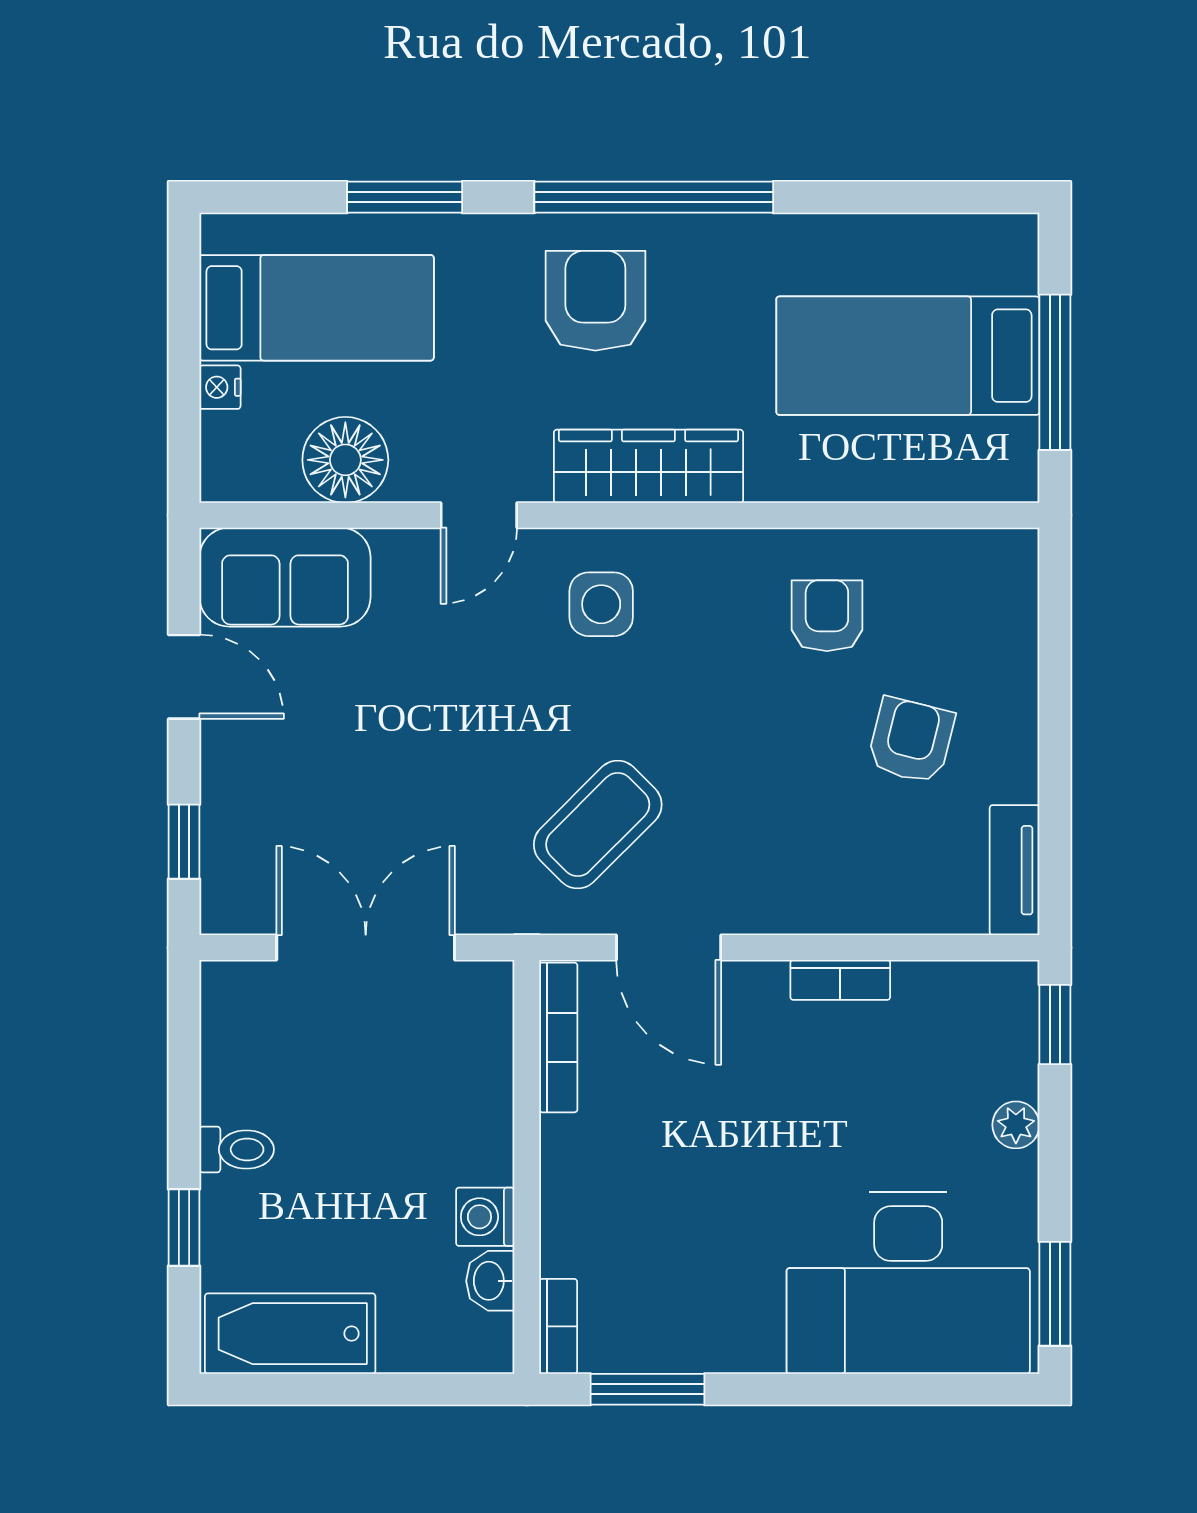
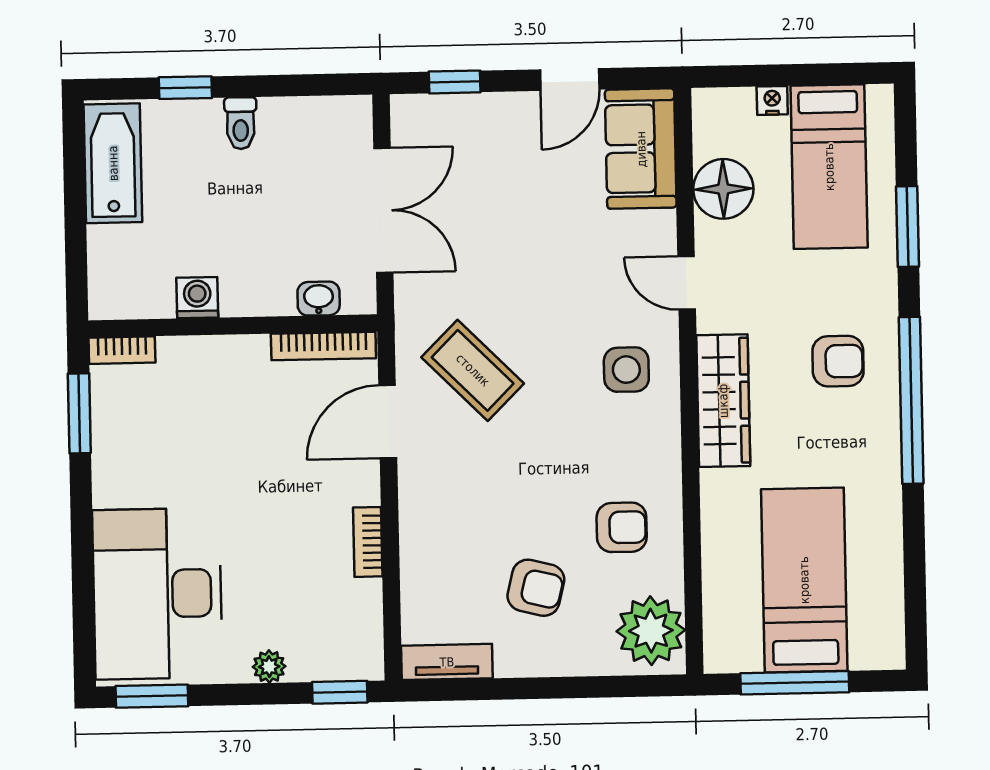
armchair: (595, 301) -> (838, 361), width x0.72, depth x0.72
plant: (976, 577) -> (651, 631), added
washbasin: (490, 1281) -> (319, 299), moved

